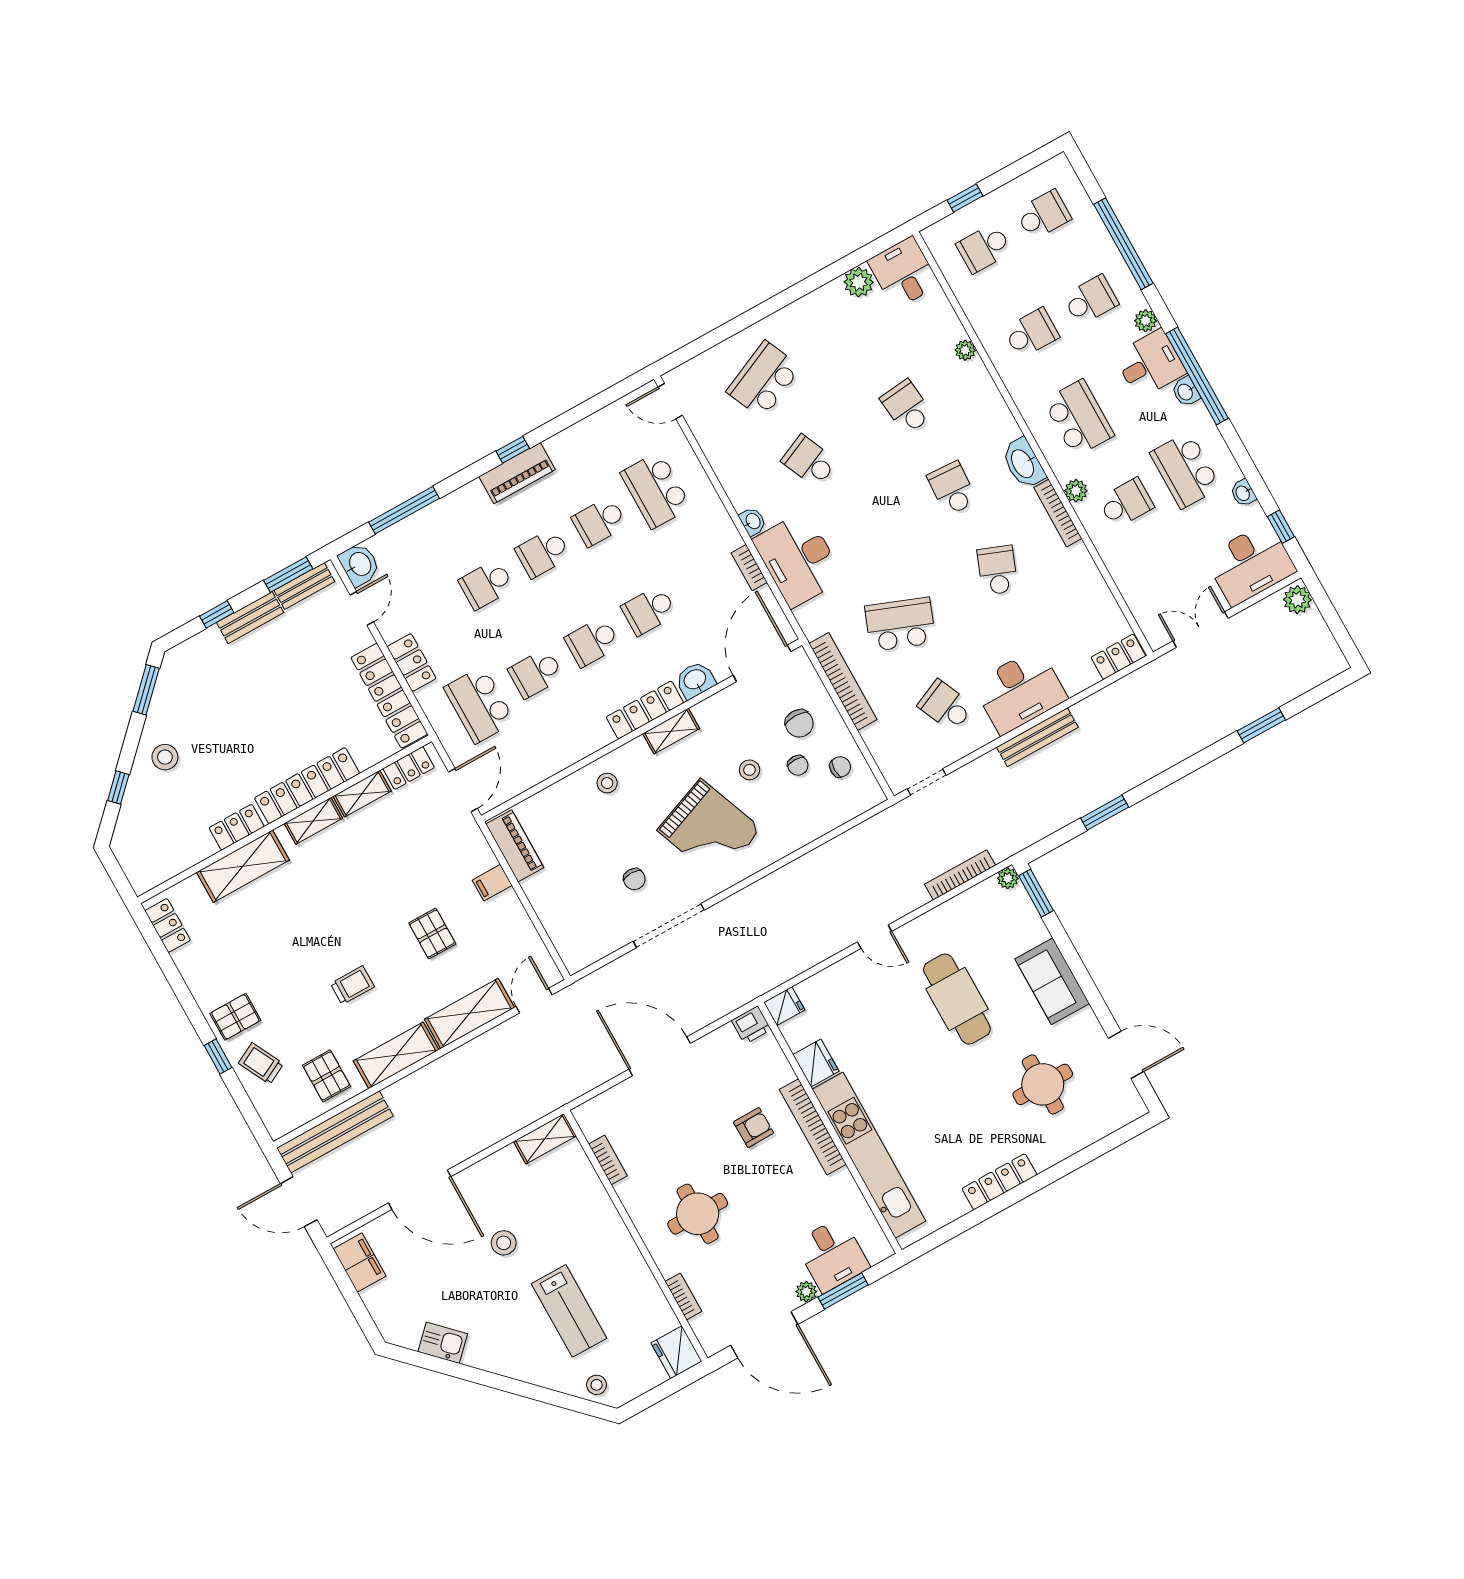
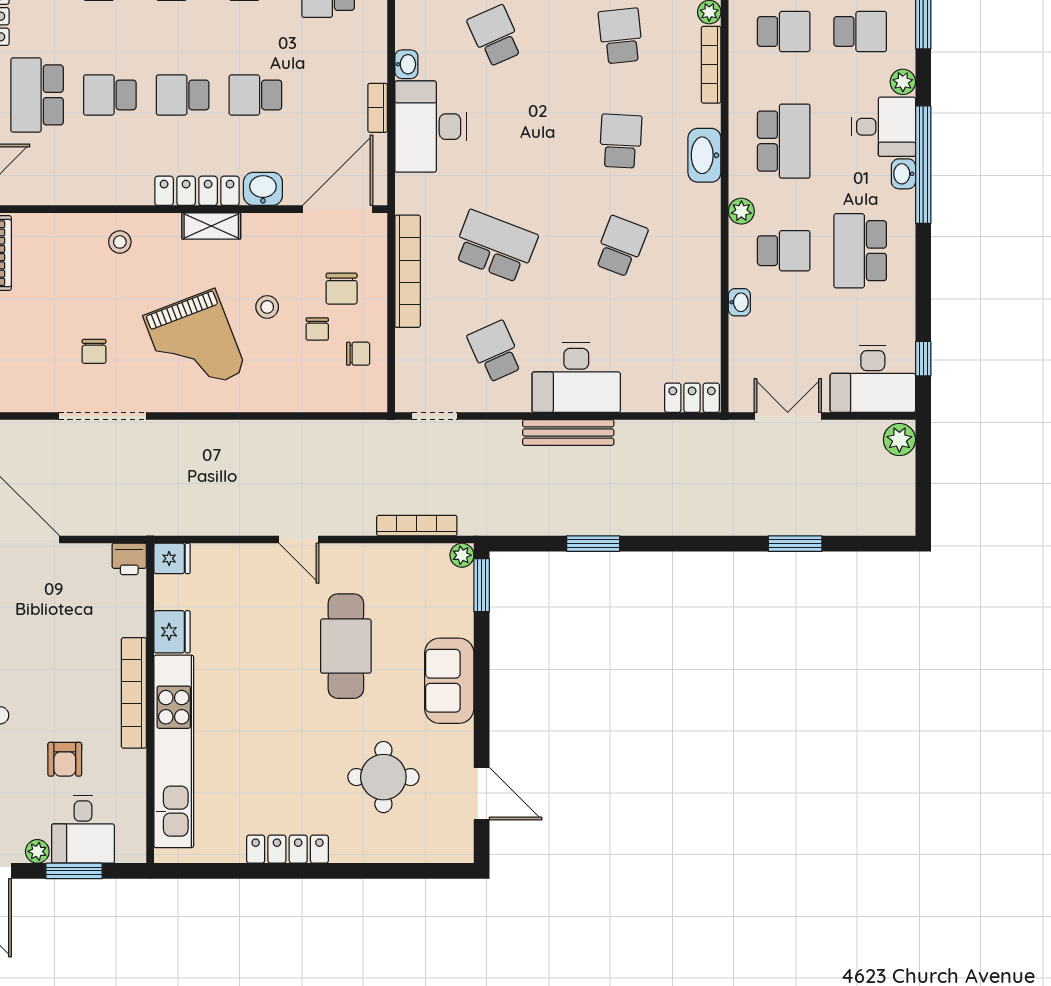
washbasin: (1243, 493) -> (739, 302), moved, turned 180
bookcase: (1058, 513) -> (711, 65), moved
armchair: (753, 1127) -> (65, 759), moved, turned 91

